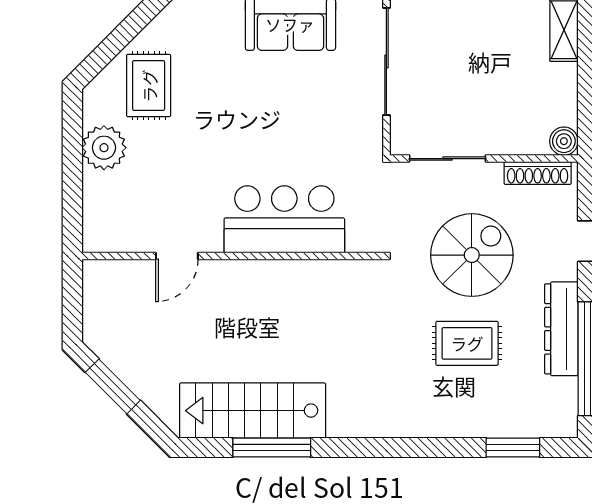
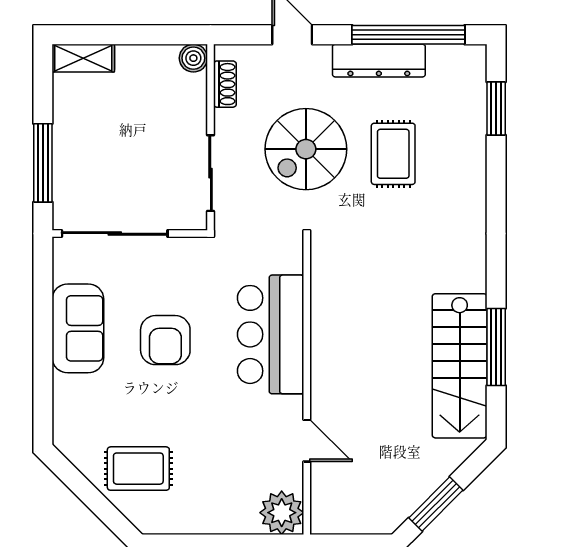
armchair: (279, 113) -> (165, 340), added
plant: (104, 148) -> (282, 513), moved
shoe rack: (538, 173) -> (225, 84), width x0.70
spiral stairs: (472, 255) -> (306, 149), turned -90

